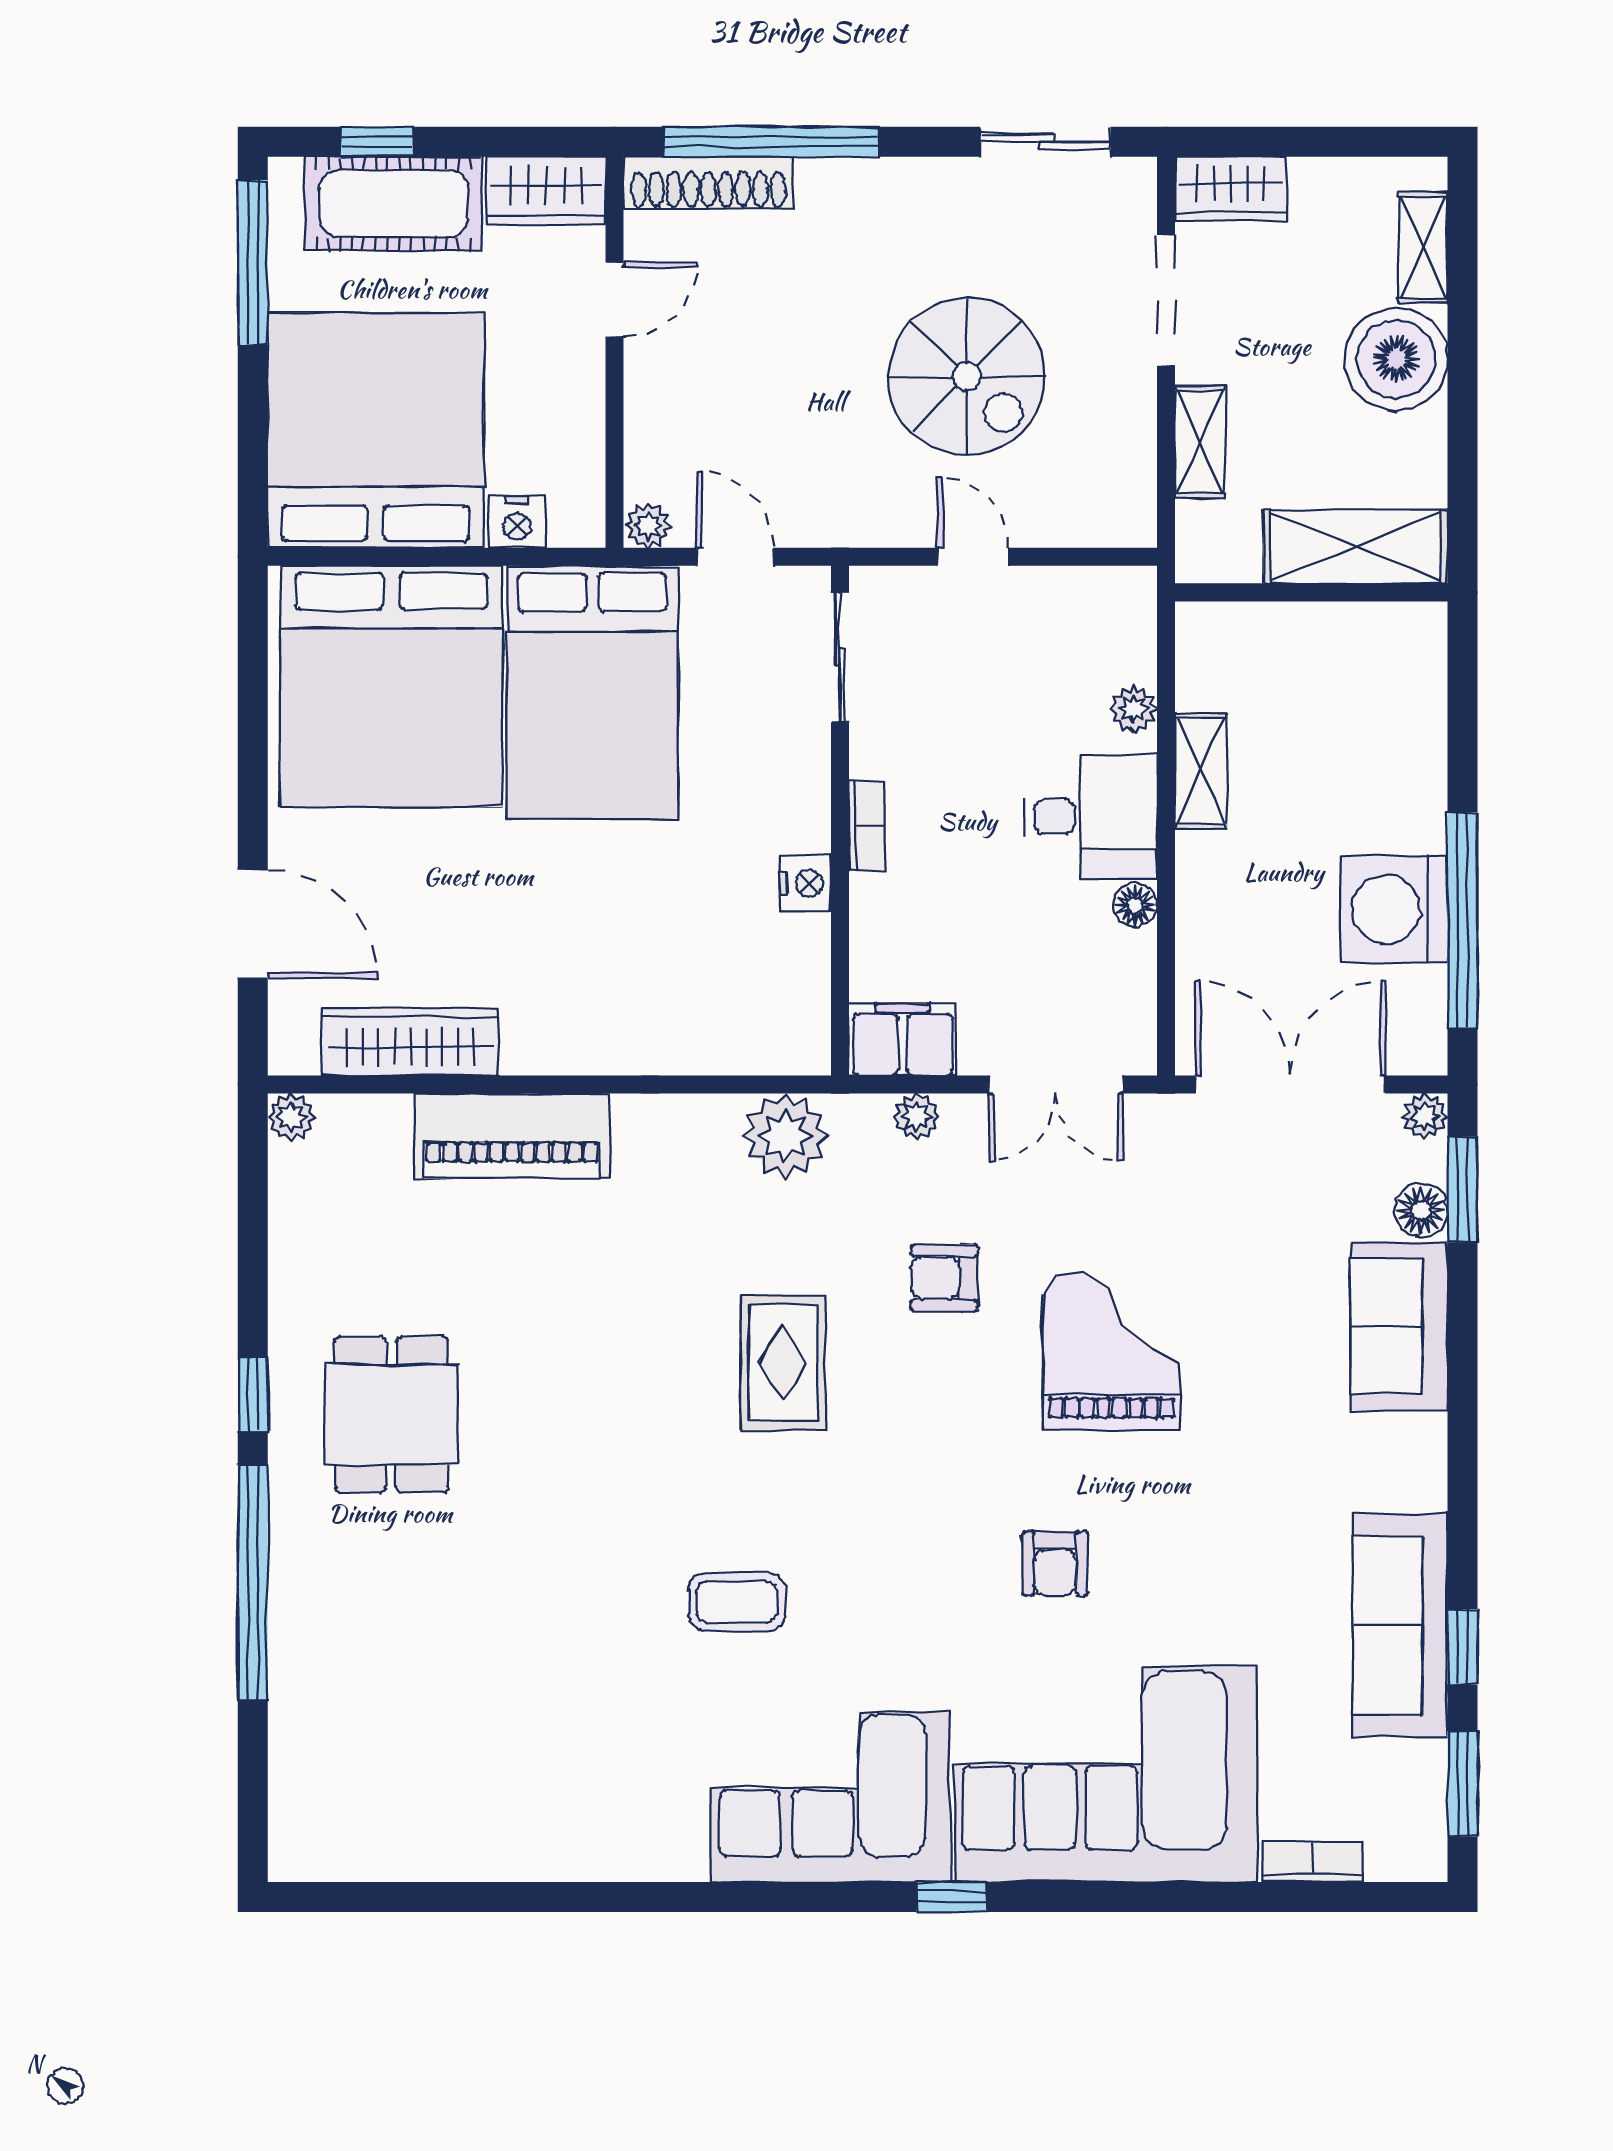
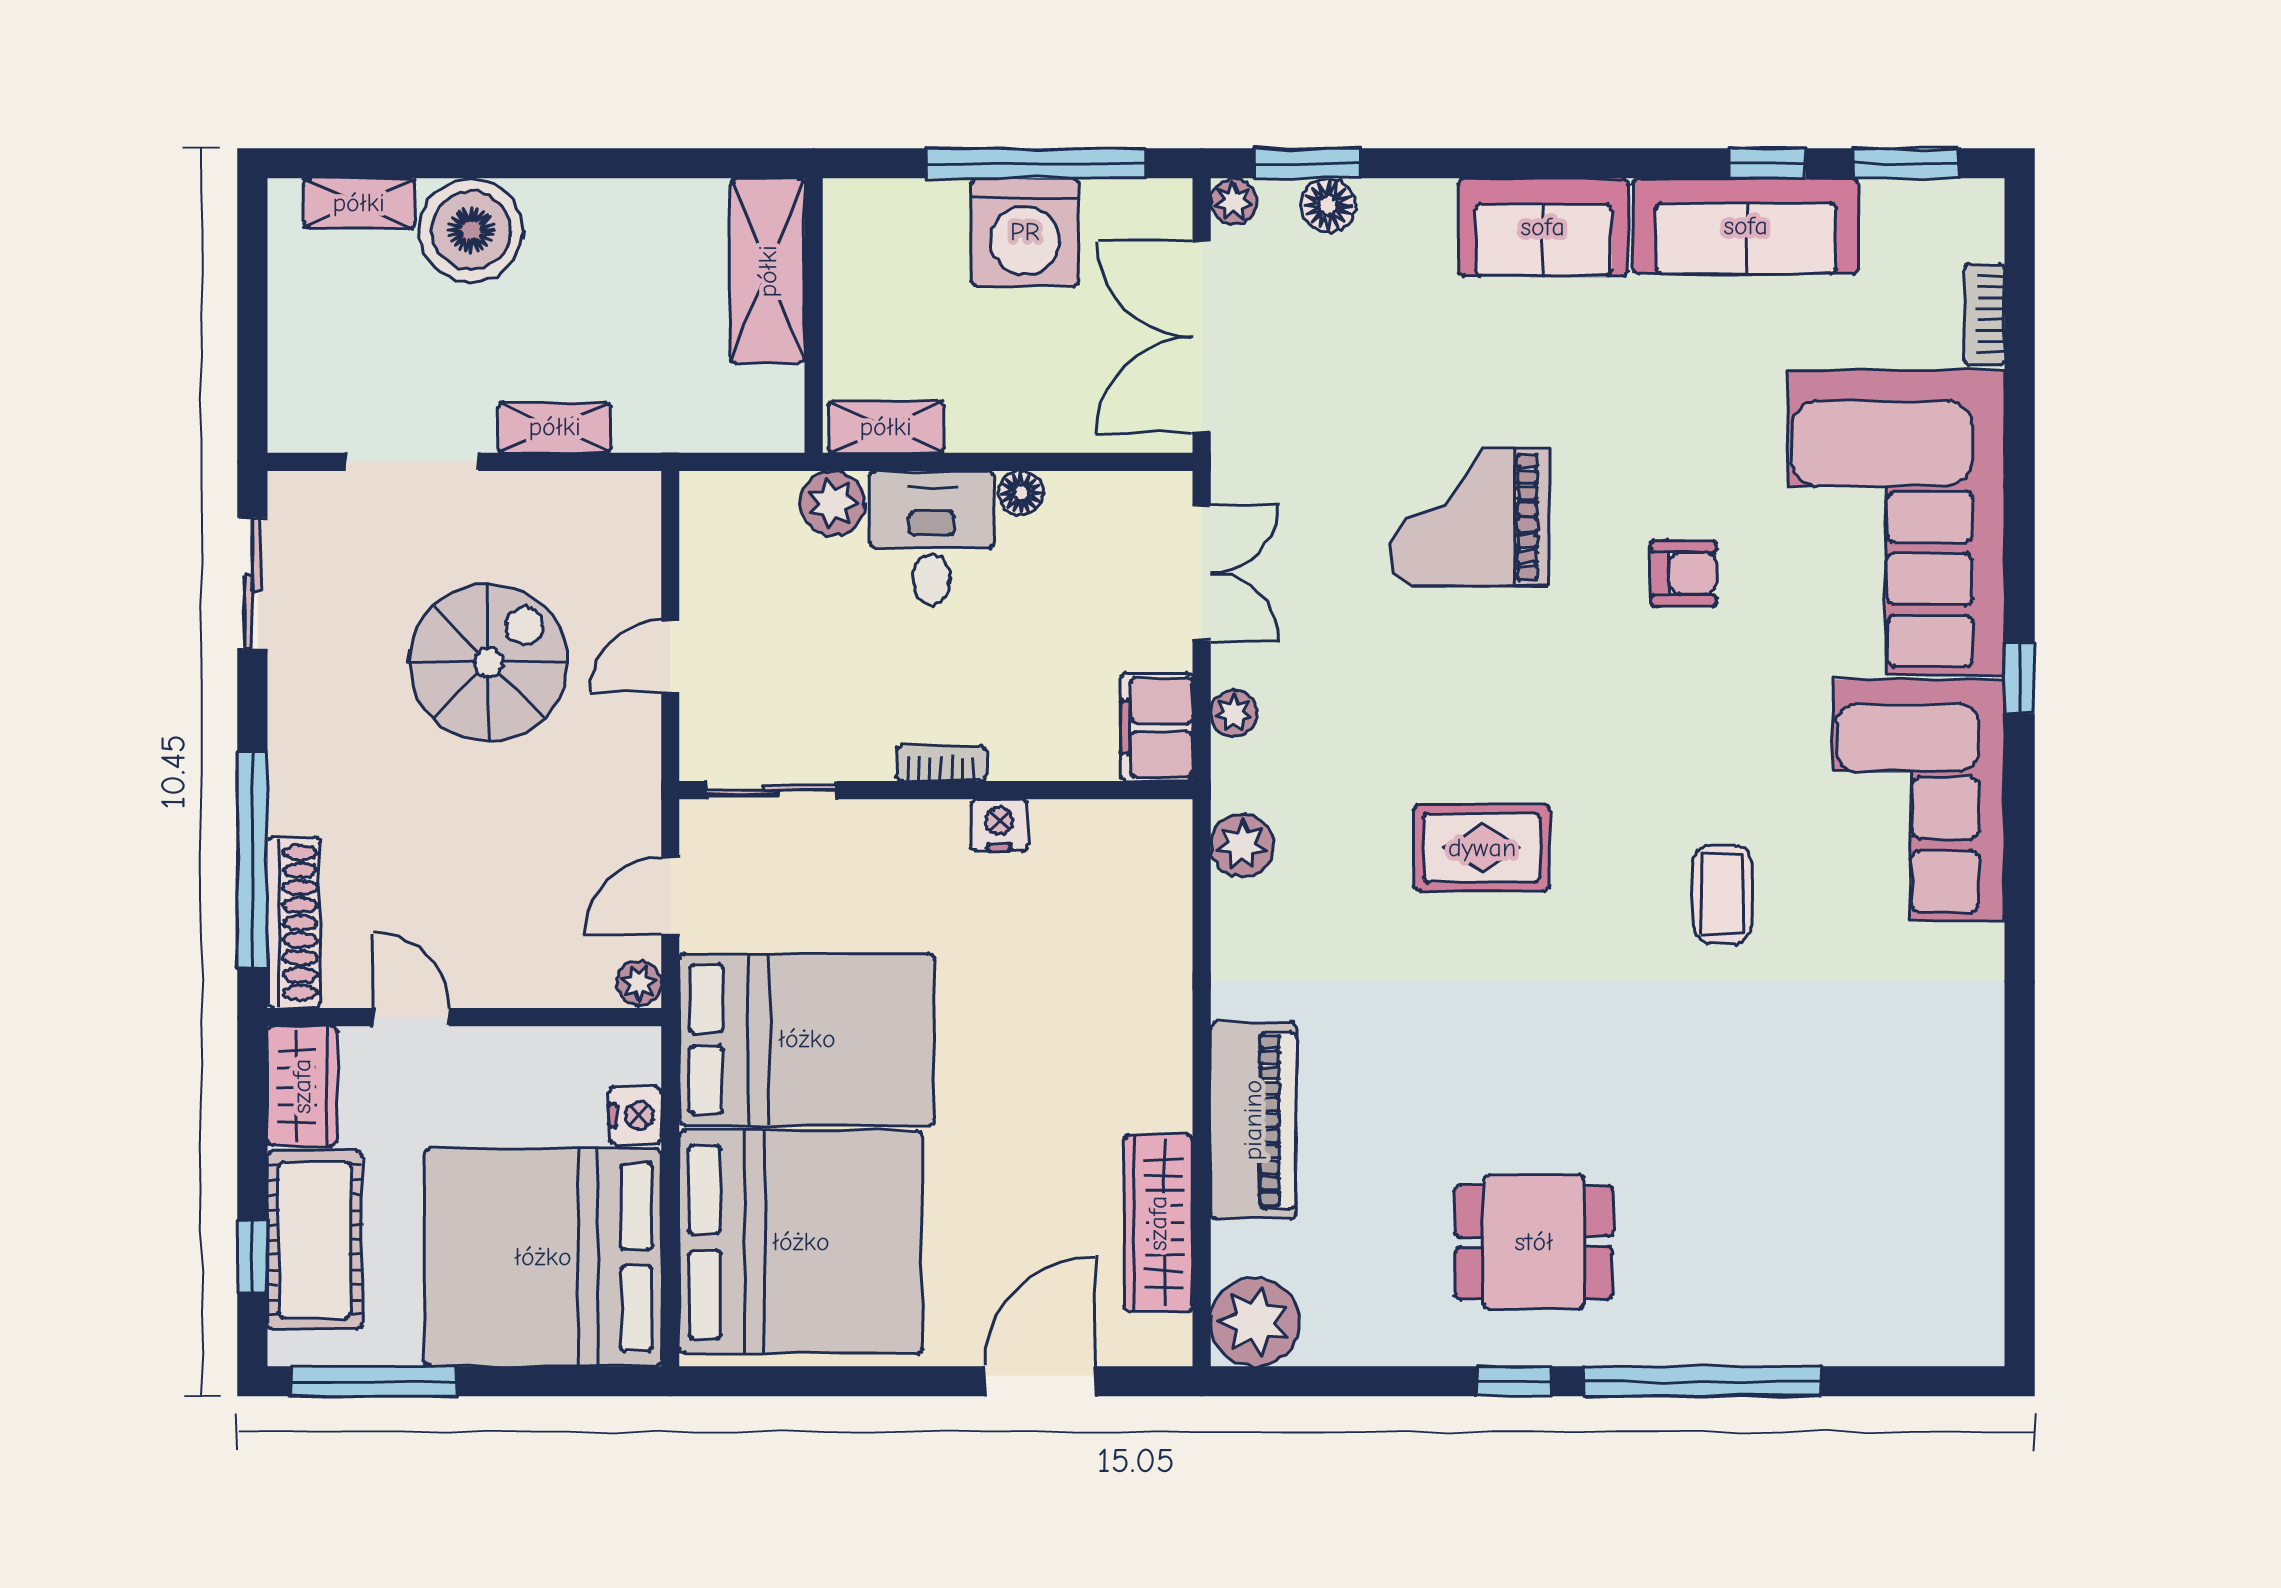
wardrobe: (1230, 189) -> (300, 397), removed
shelving: (1356, 547) -> (768, 271), moved
wall: (1311, 592) -> (814, 316), moved
plant: (1134, 709) -> (832, 503), width x1.38, depth x1.38
plant: (291, 1117) -> (1255, 1322), width x1.88, depth x1.88
plant: (785, 1136) -> (1242, 845), width x0.73, depth x0.73
armchair: (944, 1278) -> (1396, 685), removed
sofa: (1399, 1326) -> (1543, 227), moved

